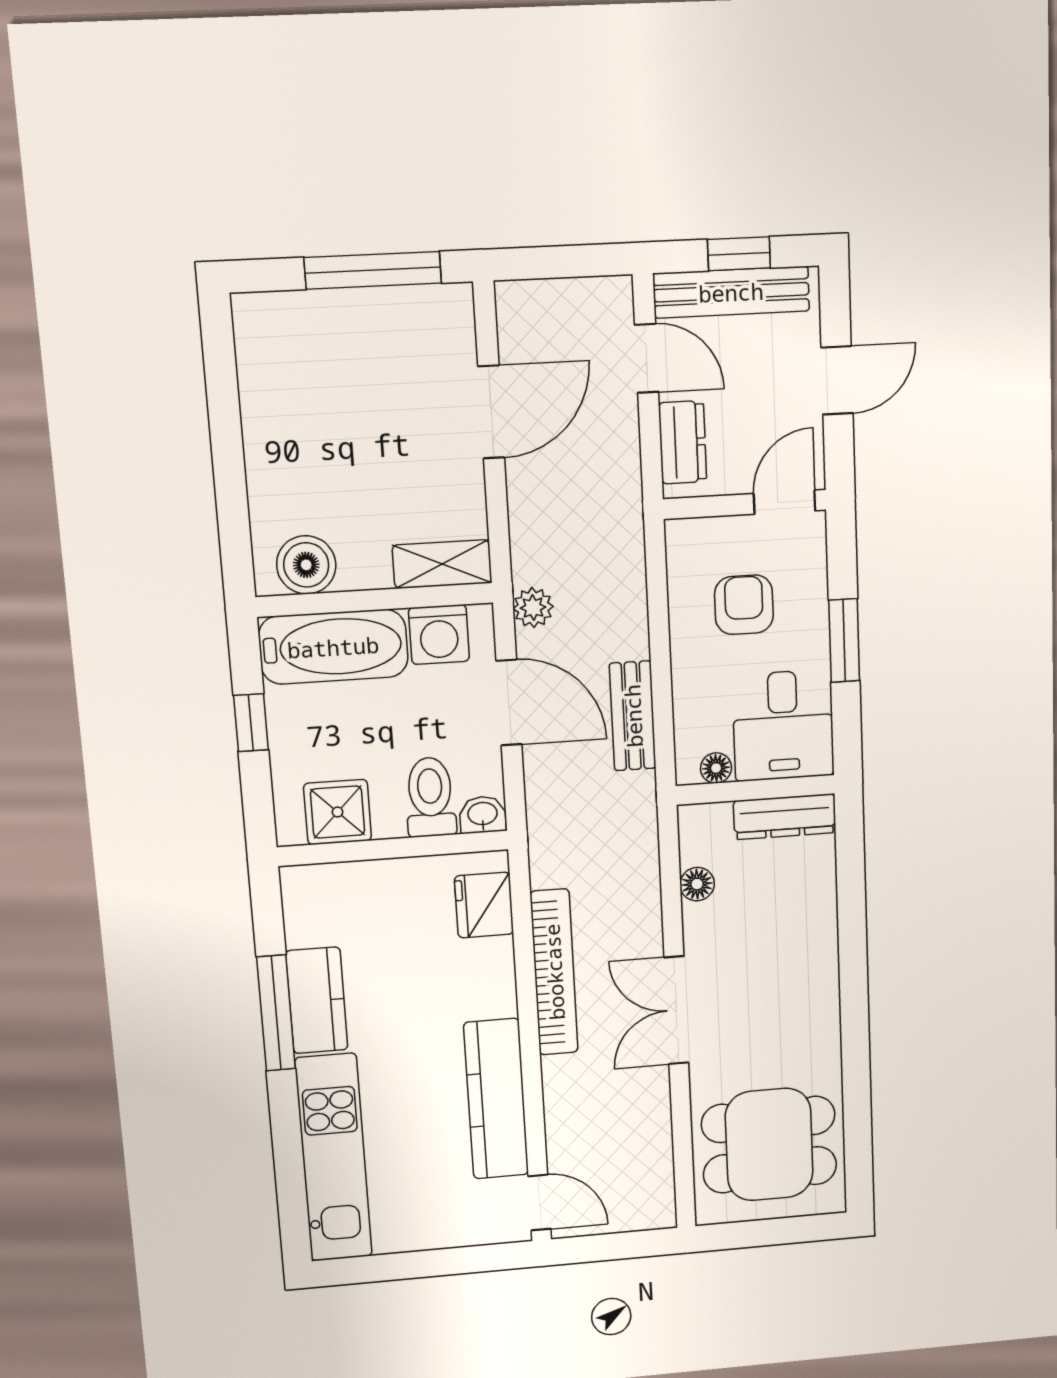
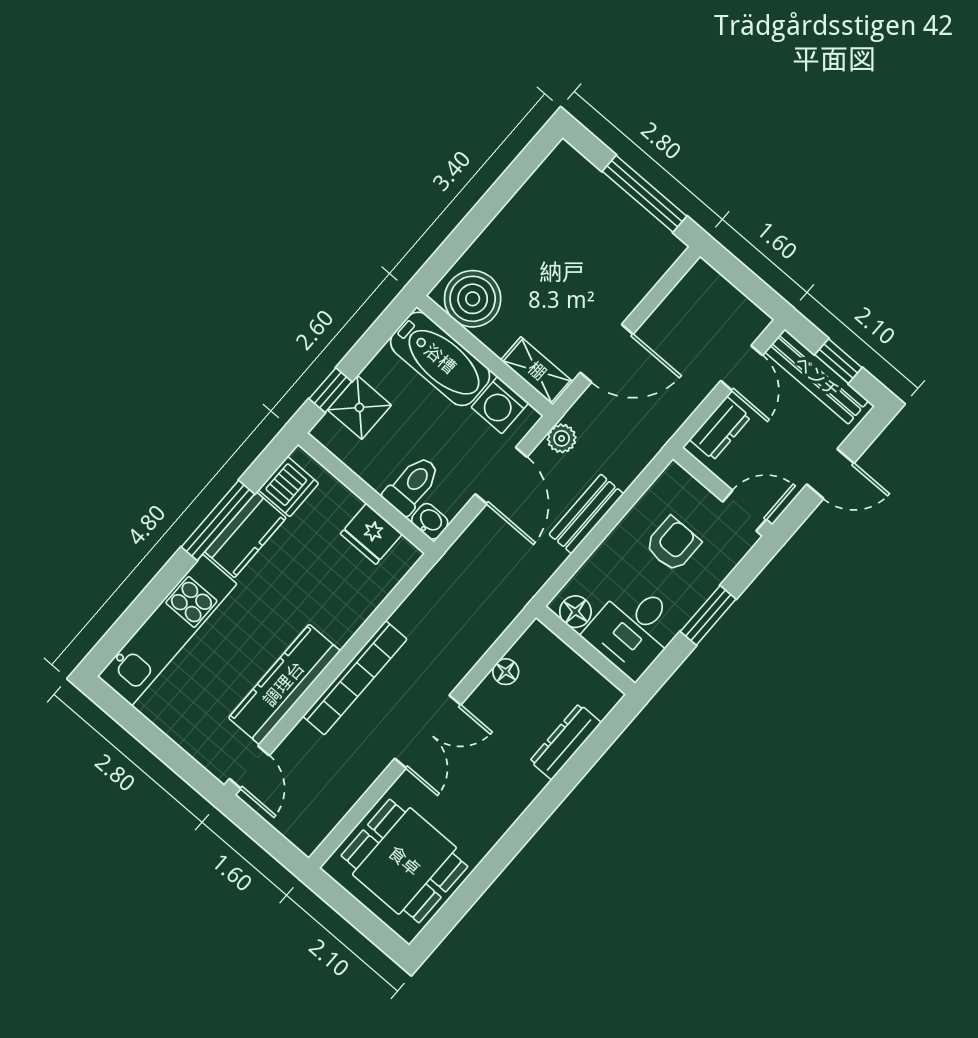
door: (491, 412) -> (607, 353), moved
boiler: (306, 565) -> (473, 299), width x1.37, depth x1.37
bench: (633, 716) -> (586, 514), moved
window: (251, 723) -> (330, 390), moved
floor lamp: (716, 768) -> (575, 612), width x1.37, depth x1.37
shower: (338, 812) -> (359, 407), moved
dresser: (785, 817) -> (565, 742), moved, turned 90
fridge: (484, 905) -> (371, 534), moved, turned -90
dishwasher: (311, 915) -> (289, 487), added
bookcase: (554, 972) -> (355, 678), moved
double door: (676, 1010) -> (428, 732), swing flipped

